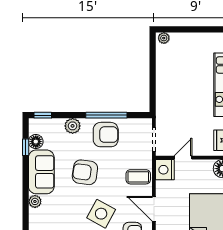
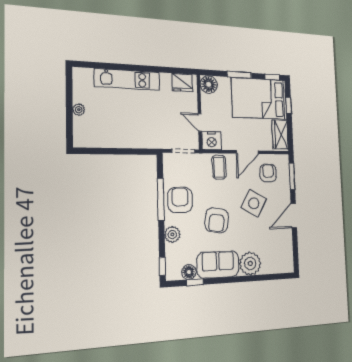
plant: (164, 38) -> (79, 110), moved
plant: (35, 201) -> (250, 264), width x1.88, depth x1.88

